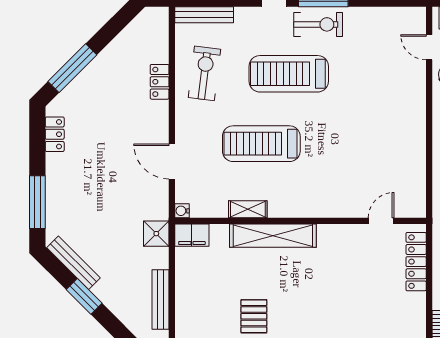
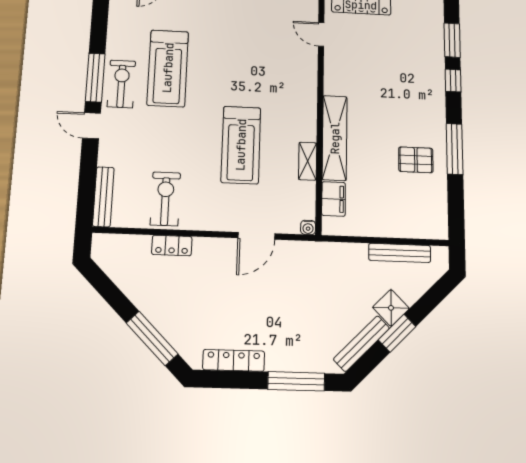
exercise bike: (204, 73) -> (165, 199), turned 83
treadmill: (289, 74) -> (168, 68), moved
locker: (55, 134) -> (234, 360), width x1.53
shower: (156, 234) -> (391, 308), moved, turned 45
filing cabinet: (192, 235) -> (334, 199), moved

